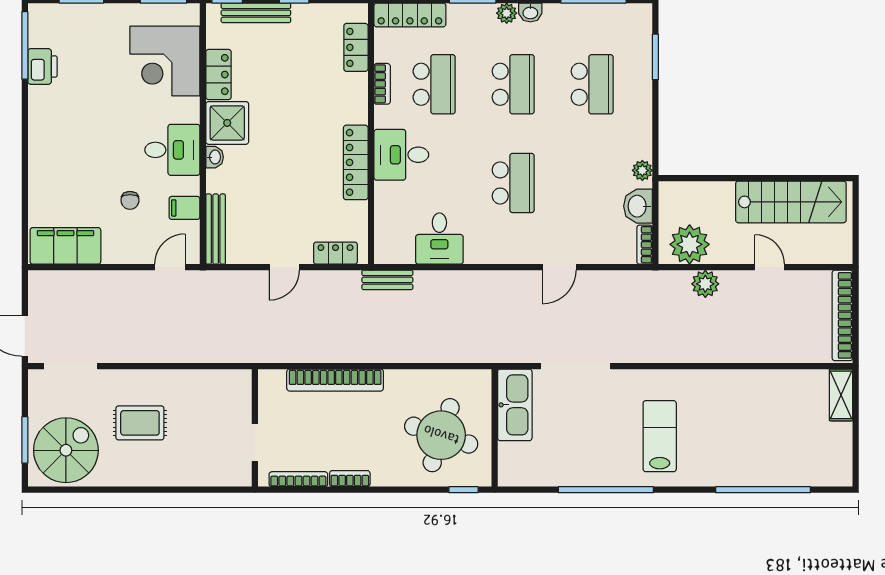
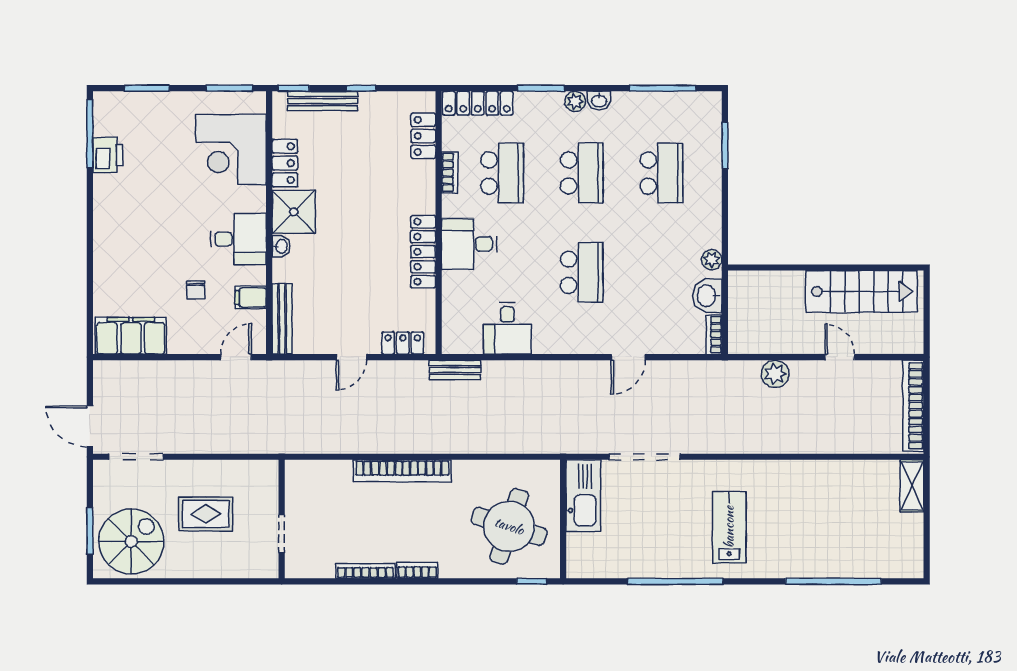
plant: (690, 244) -> (759, 334), removed
wall: (255, 428) -> (282, 519), moved
doorway: (255, 442) -> (282, 534), moved

